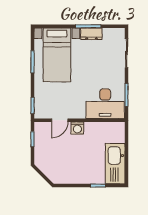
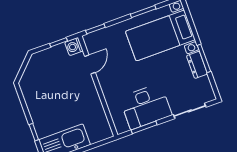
desk: (105, 104) -> (146, 106), moved, turned -90
door: (60, 120) -> (90, 64), swing flipped
washing machine: (77, 128) -> (74, 47), moved

